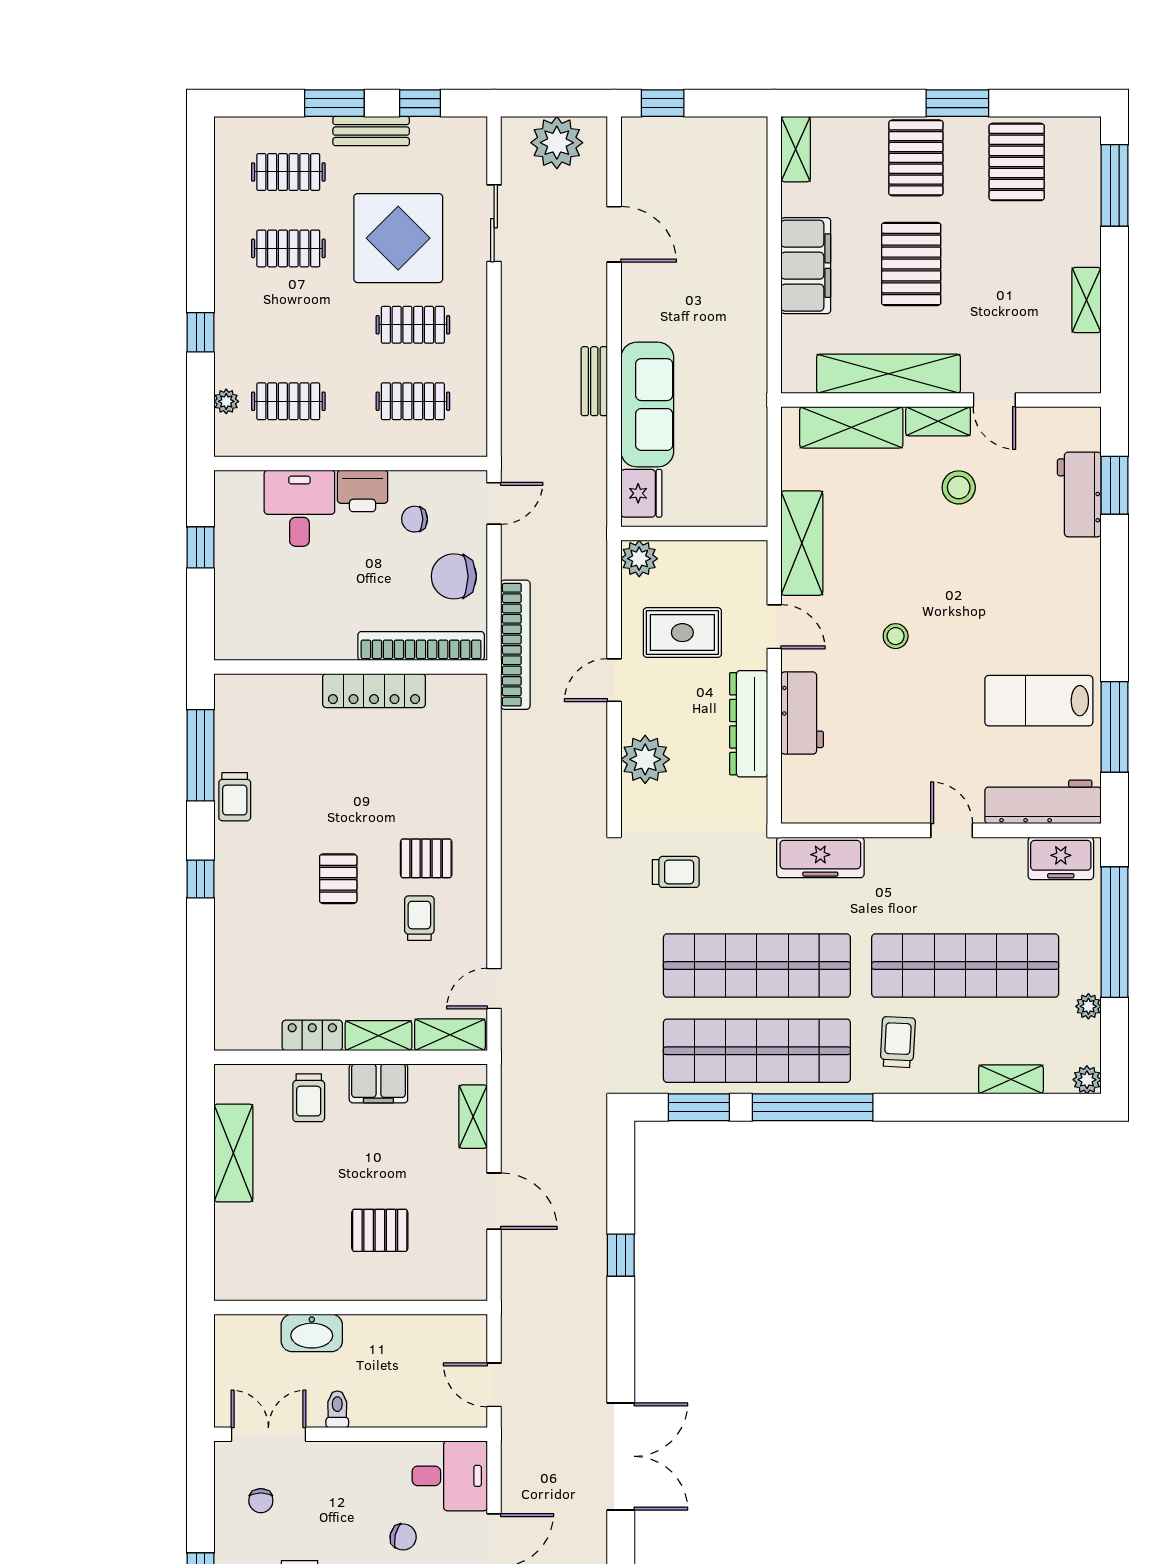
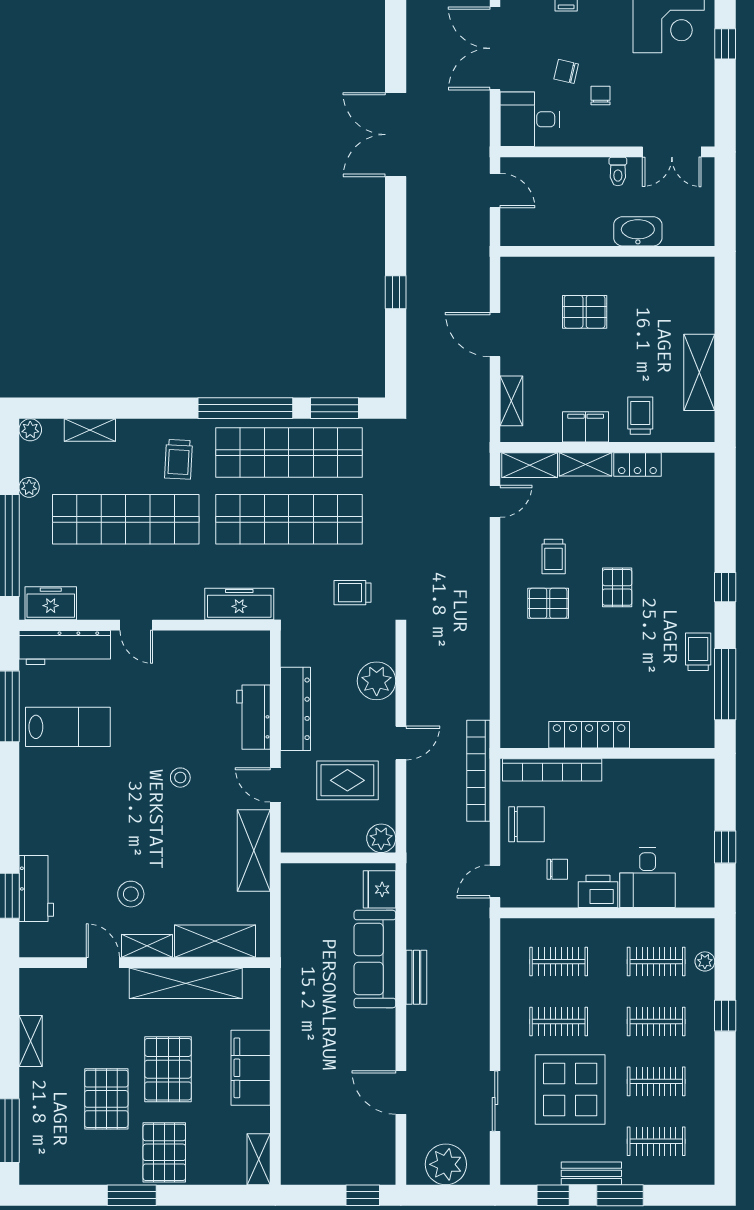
pallet: (1017, 162) -> (106, 1099), moved
clothes rail: (288, 325) -> (656, 1021), added
chair: (261, 1501) -> (600, 95), moved

